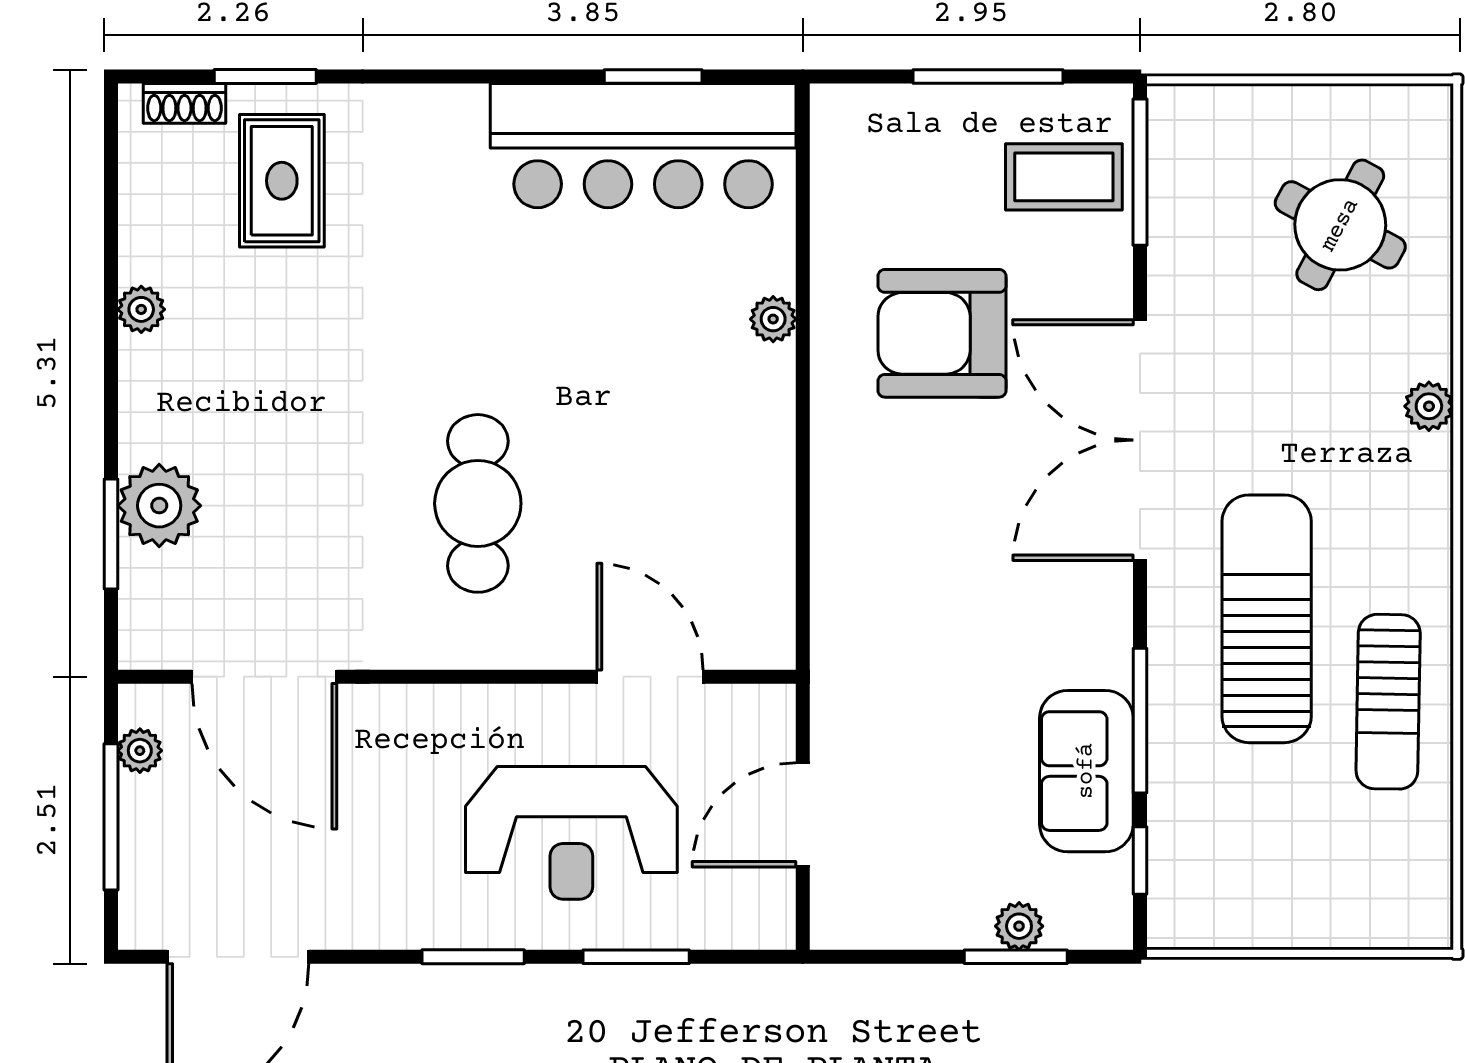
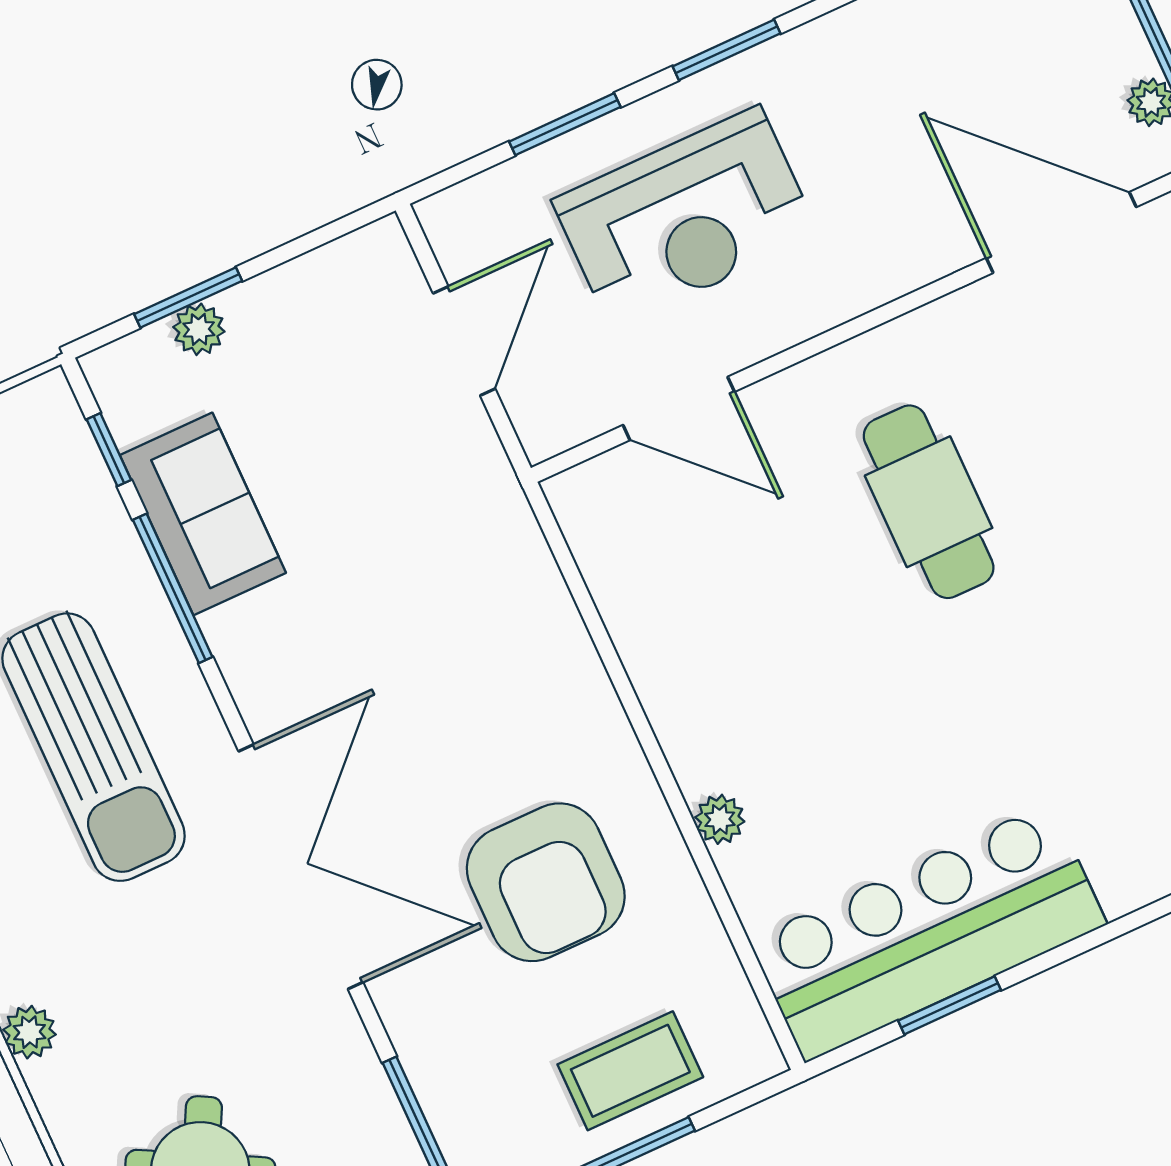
coffee table: (1064, 177) -> (630, 1071), moved
armchair: (942, 333) -> (546, 882), turned 90
reception desk: (571, 833) -> (686, 218), turned 180

